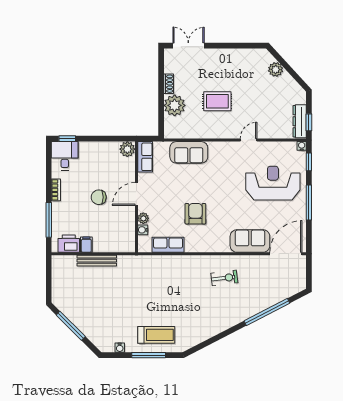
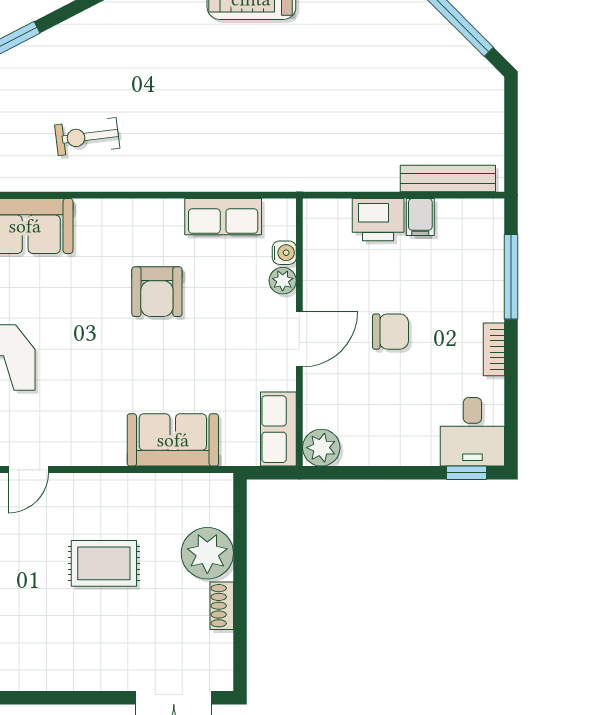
printer: (69, 244) -> (378, 220), moved
bench: (97, 261) -> (448, 178), moved

